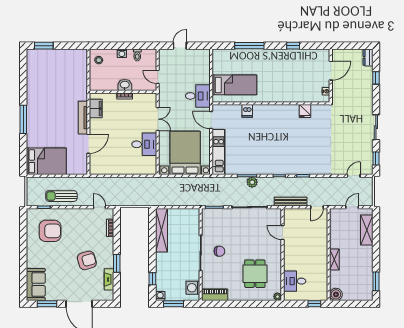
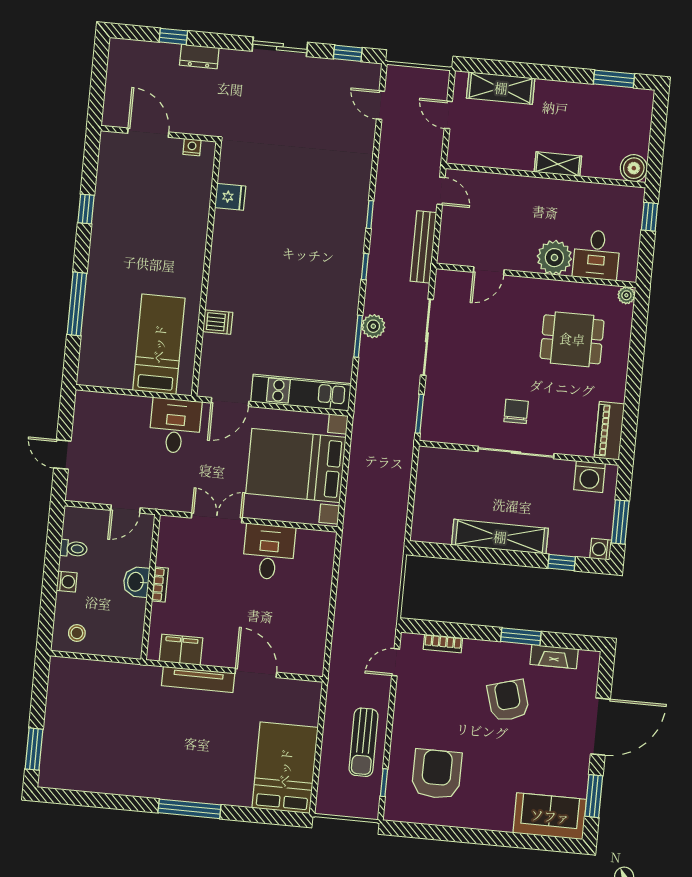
dresser: (368, 57) -> (199, 56), moved
shelving: (161, 230) -> (500, 537), moved
plant: (292, 262) -> (554, 258), added

